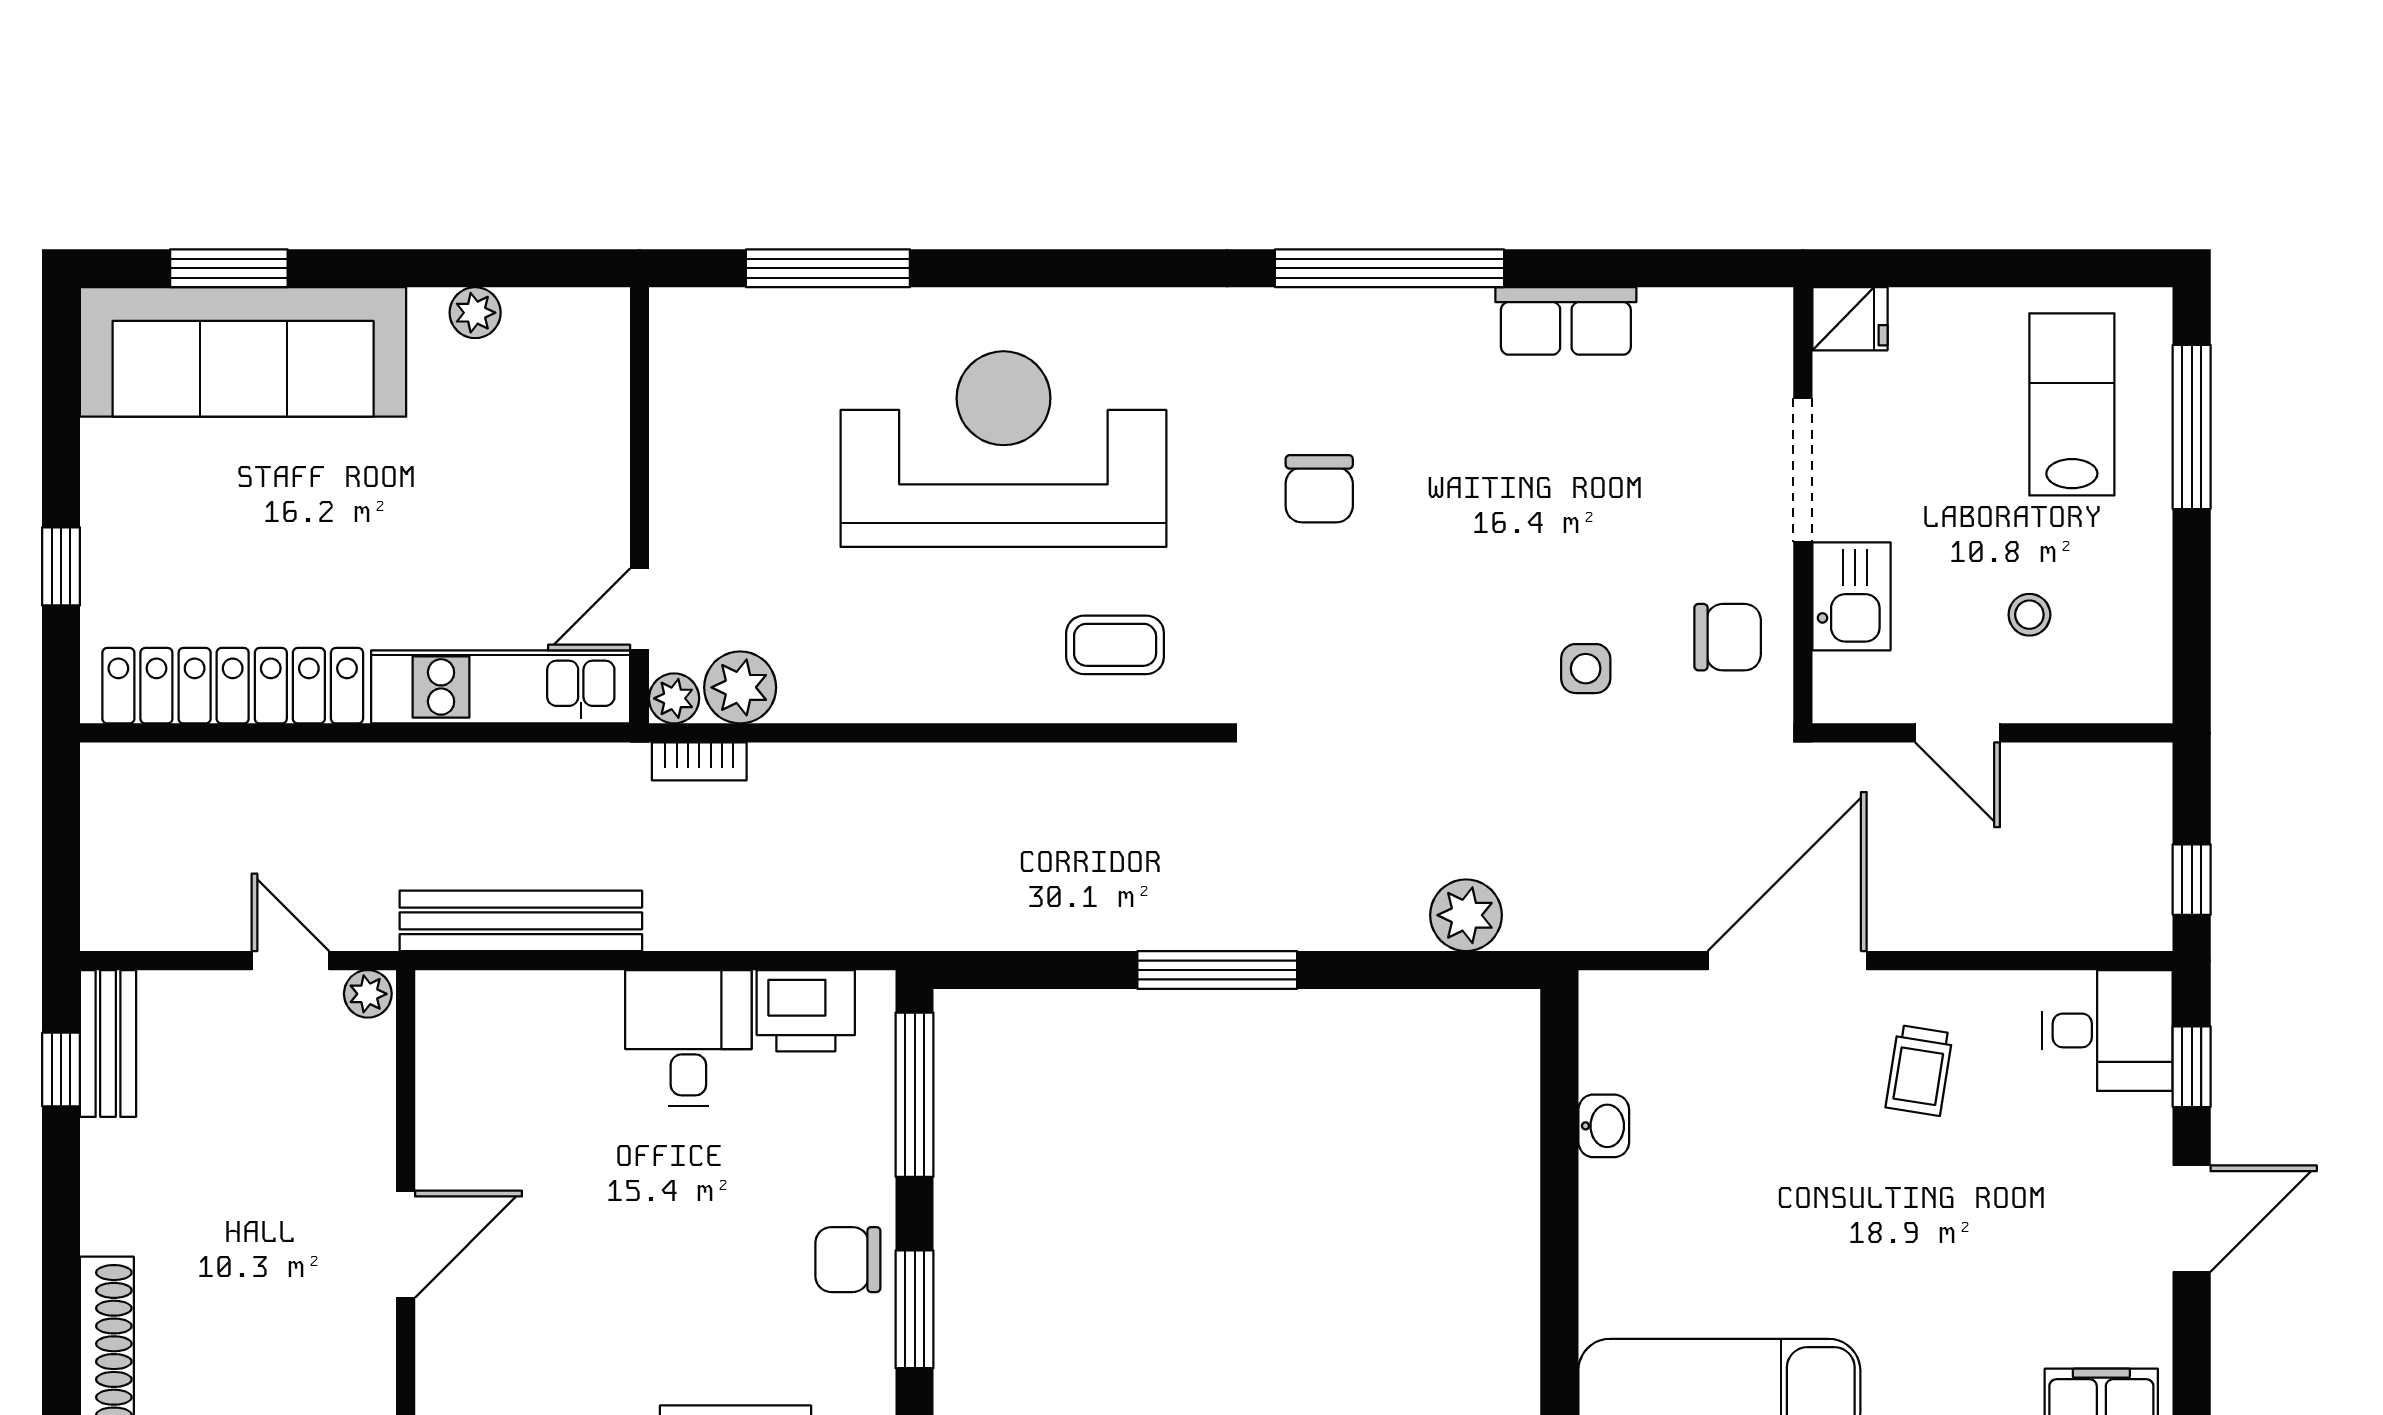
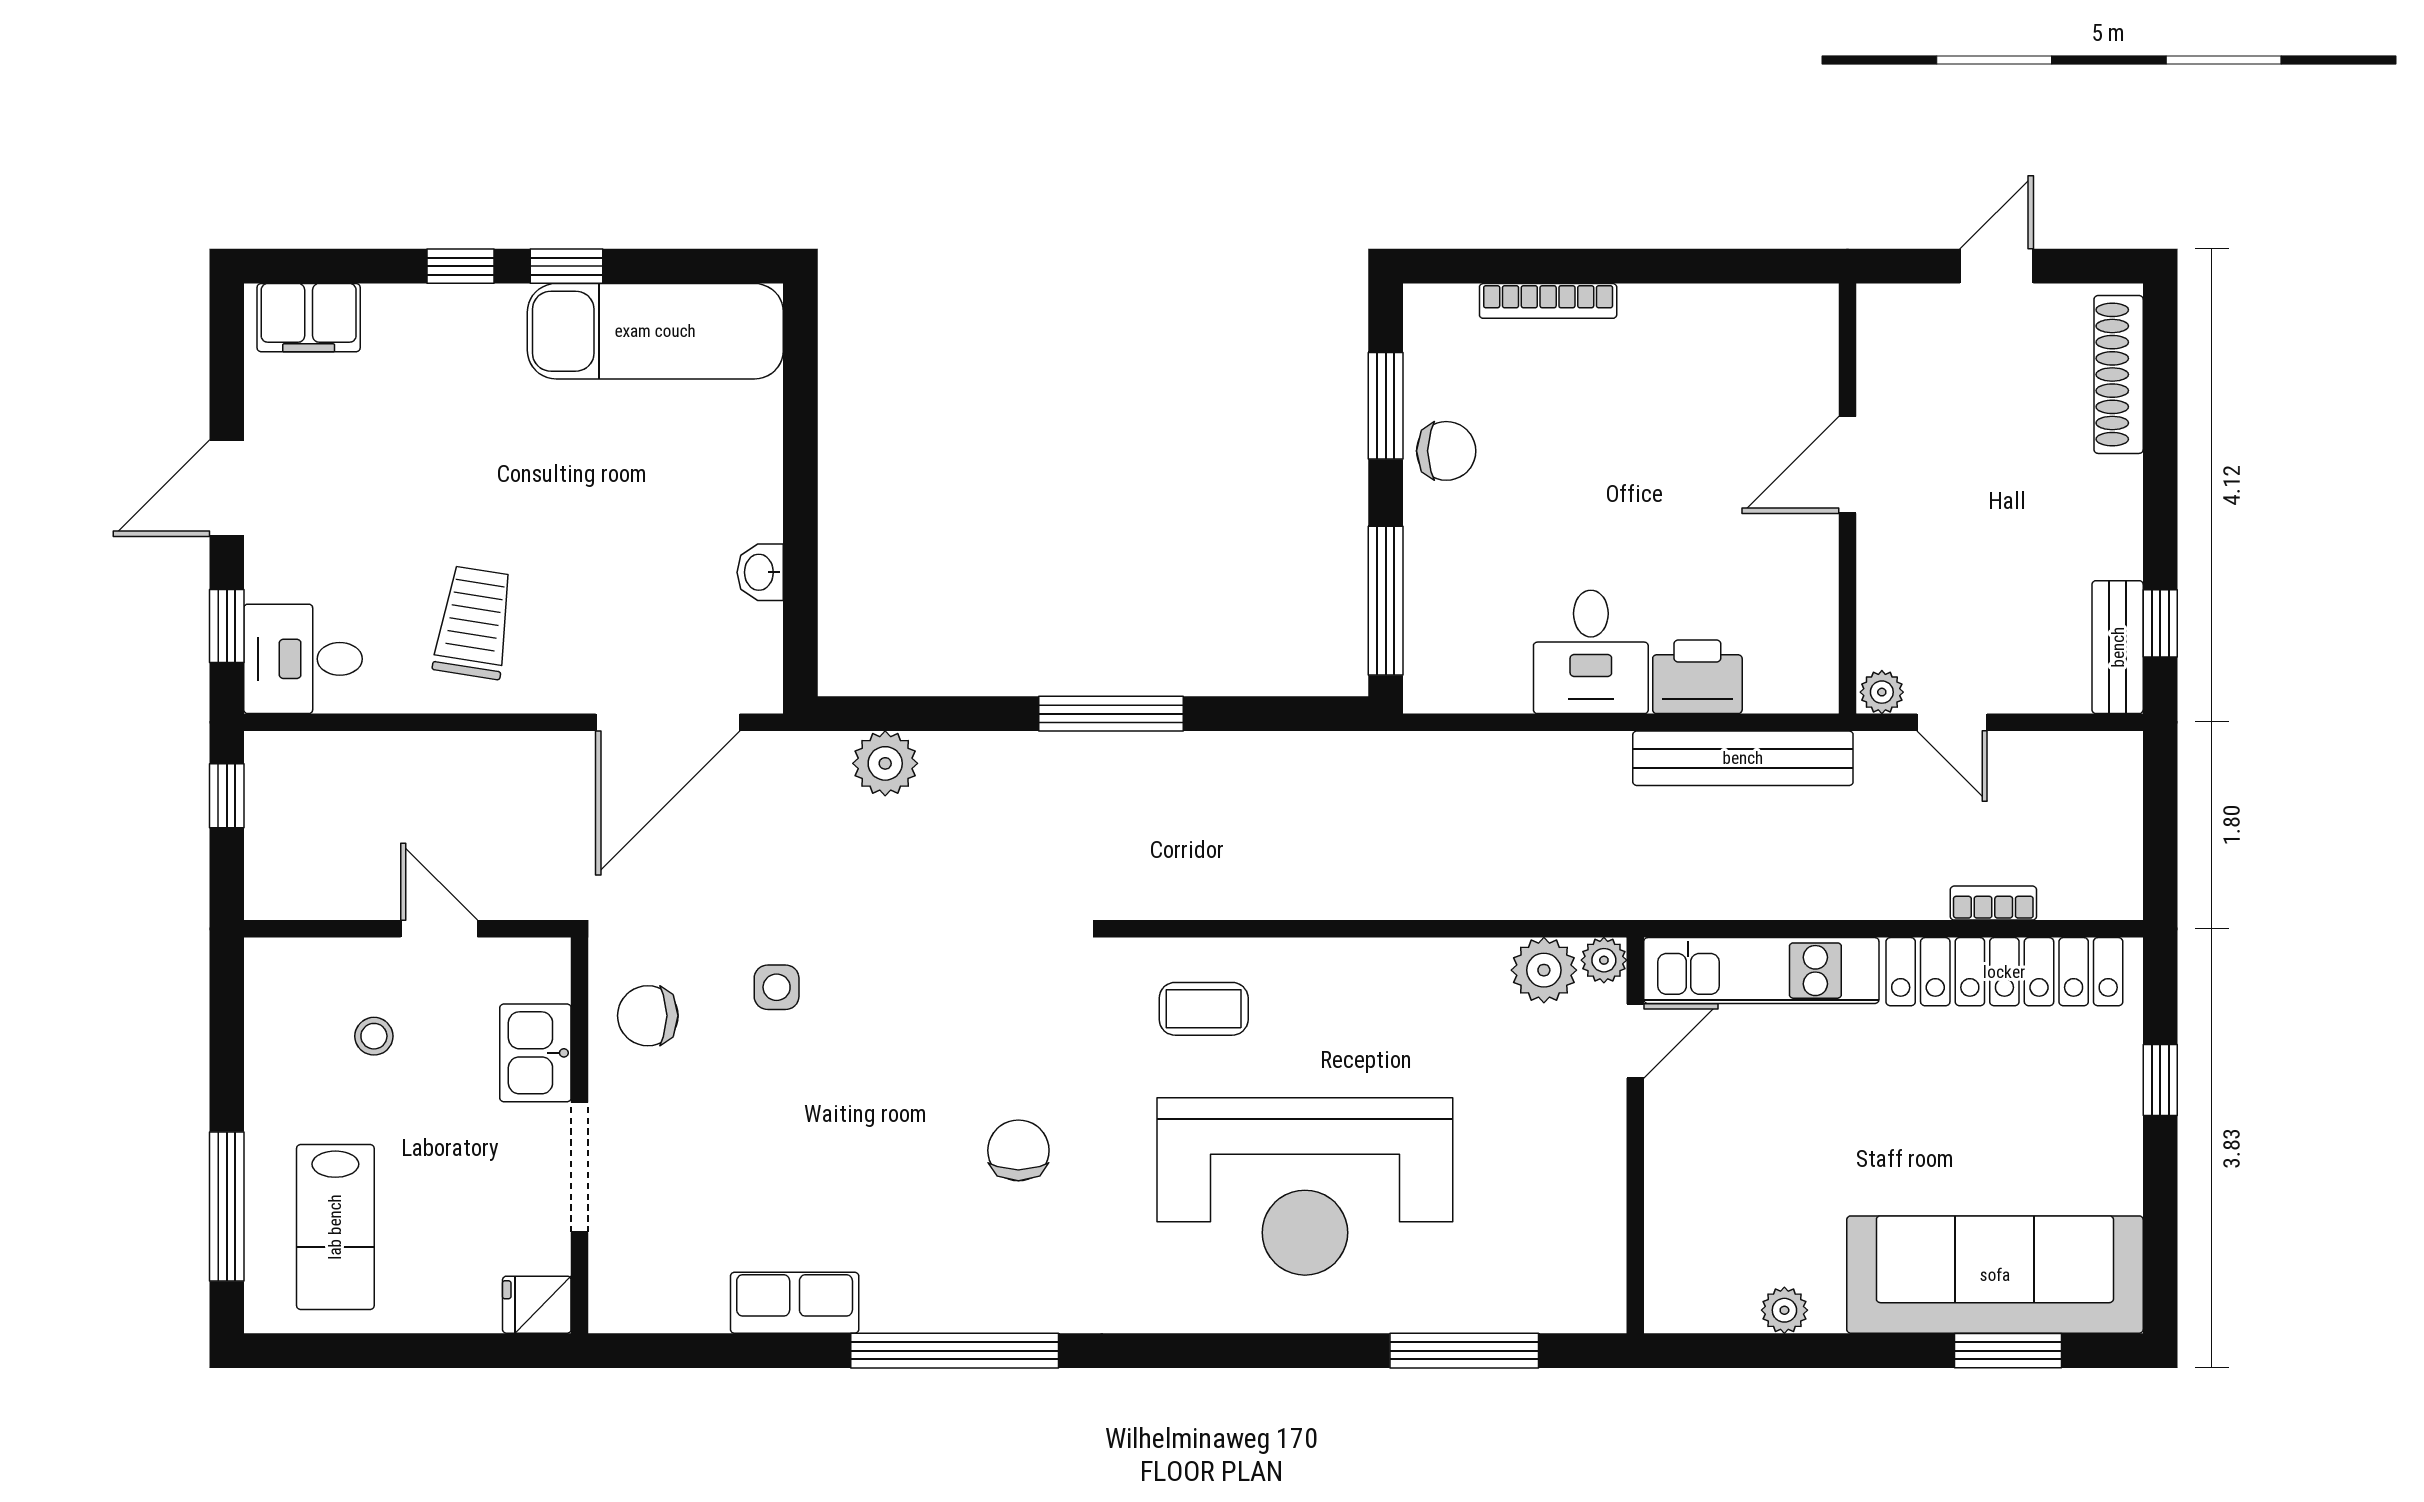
bookcase: (699, 761) -> (1993, 903), moved
door: (1787, 961) -> (668, 722), moved
printer: (806, 1011) -> (1697, 677), moved
trolley: (1919, 1070) -> (474, 623), width x1.36, depth x1.39

